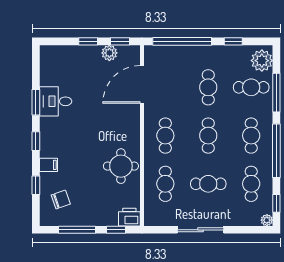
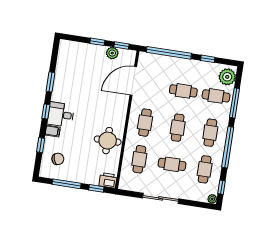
cafe table: (208, 87) -> (183, 91), turned 90
desk: (56, 101) -> (61, 115), moved

